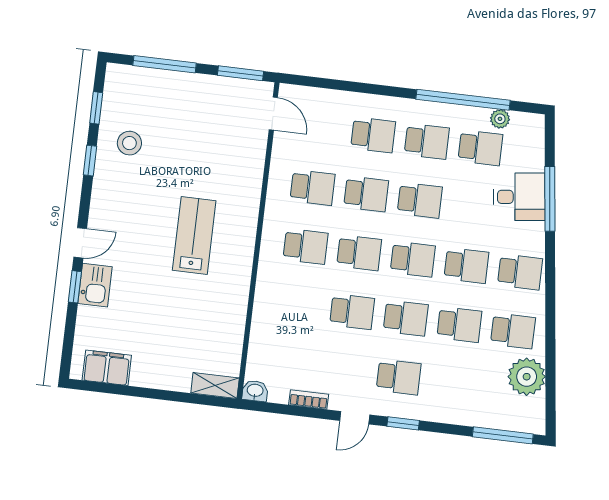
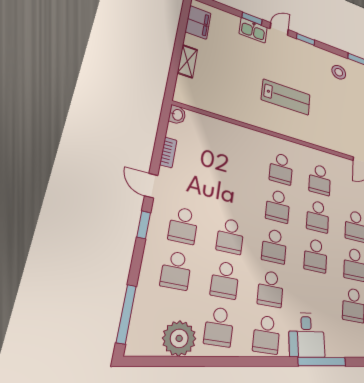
window: (90, 161) -> (306, 39), moved
desk: (519, 197) -> (307, 335), moved
door: (80, 243) -> (279, 29), swing flipped
school desk: (352, 312) -> (176, 270), moved
shelving: (215, 386) -> (187, 61), moved

